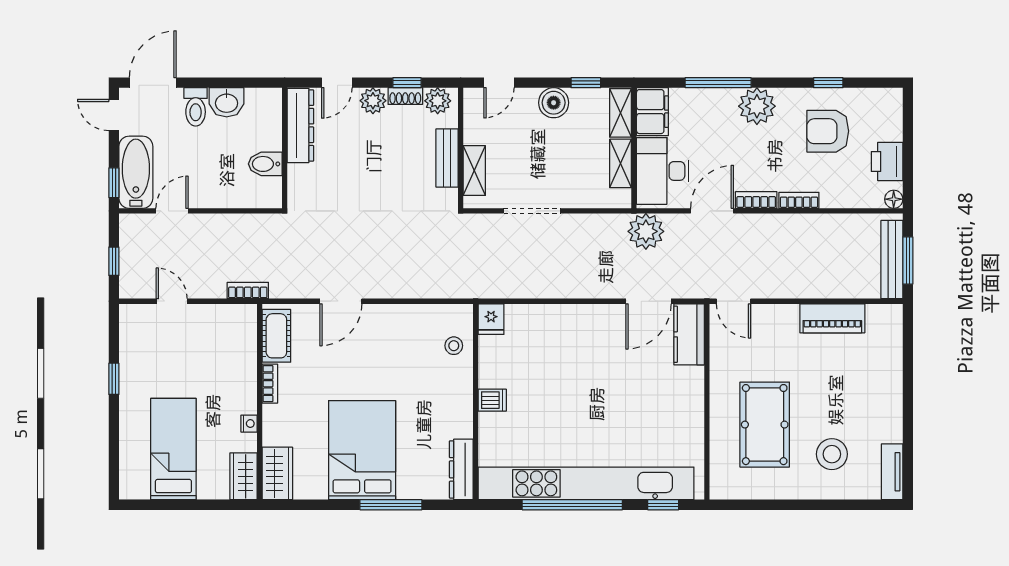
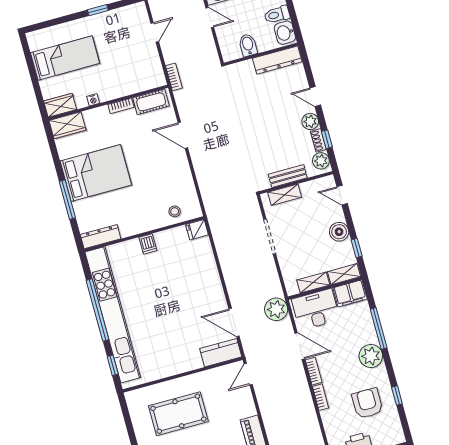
dresser: (300, 125) -> (277, 60), moved
wall: (285, 148) -> (261, 54), moved
bidet: (265, 164) -> (248, 45), moved

